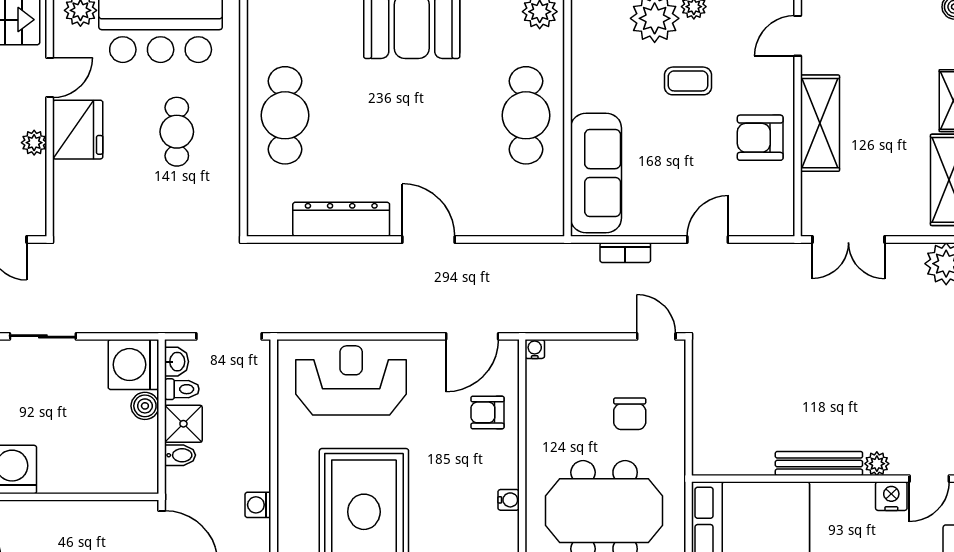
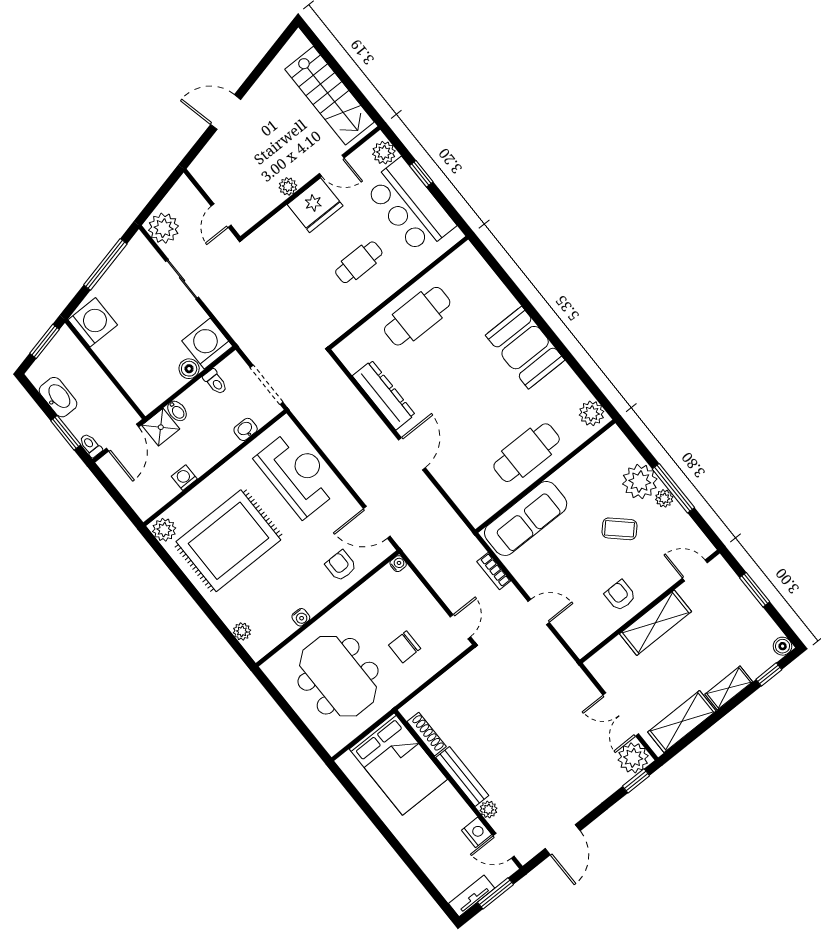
coffee table: (688, 81) -> (619, 529), turned -47
armchair: (760, 138) -> (620, 595), width x0.72, depth x0.72
double door: (848, 239) -> (621, 714), moved
washbasin: (177, 362) -> (246, 429), moved, turned 180
shower: (183, 424) -> (161, 427), moved
shoe rack: (742, 465) -> (427, 734), added

